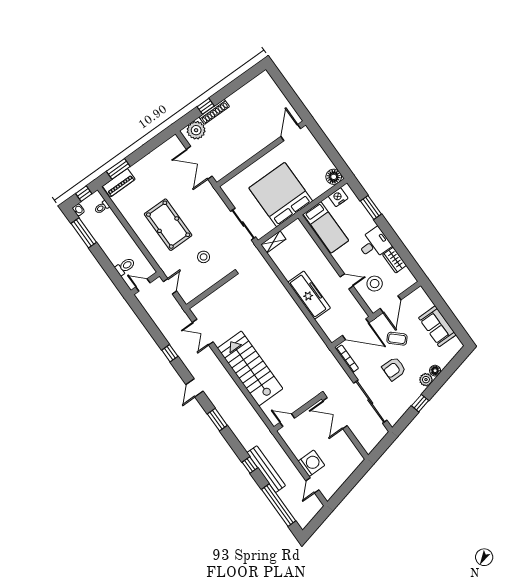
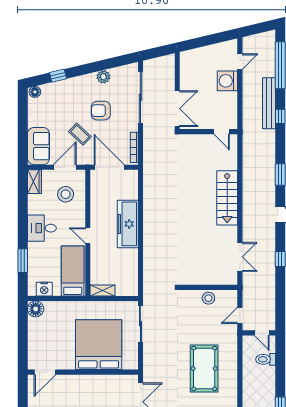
bed: (281, 195) -> (99, 345), moved, turned 180
shelving: (273, 242) -> (102, 291), moved
stool: (204, 257) -> (208, 298), moved
wardrobe: (395, 260) -> (35, 182), moved
door: (347, 281) -> (88, 236), moved
sofa: (437, 326) -> (38, 146), moved
stairs: (250, 368) -> (227, 198), width x0.73, depth x0.66
armchair: (394, 369) -> (101, 111), turned 180
floor lamp: (435, 371) -> (35, 92), moved
plant: (426, 380) -> (103, 77), moved
window: (420, 403) -> (58, 76), moved

